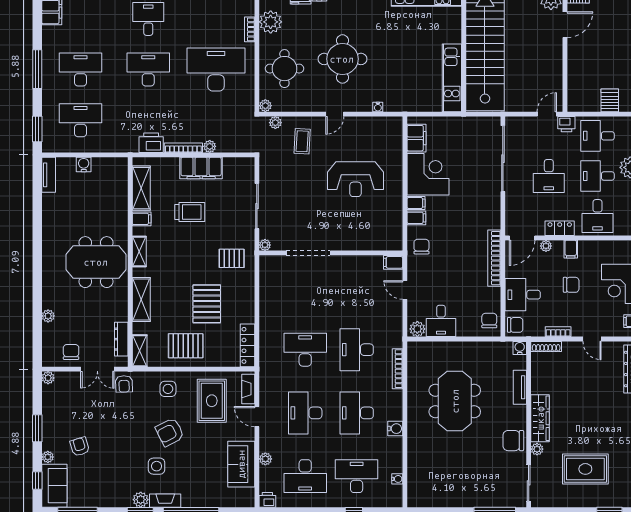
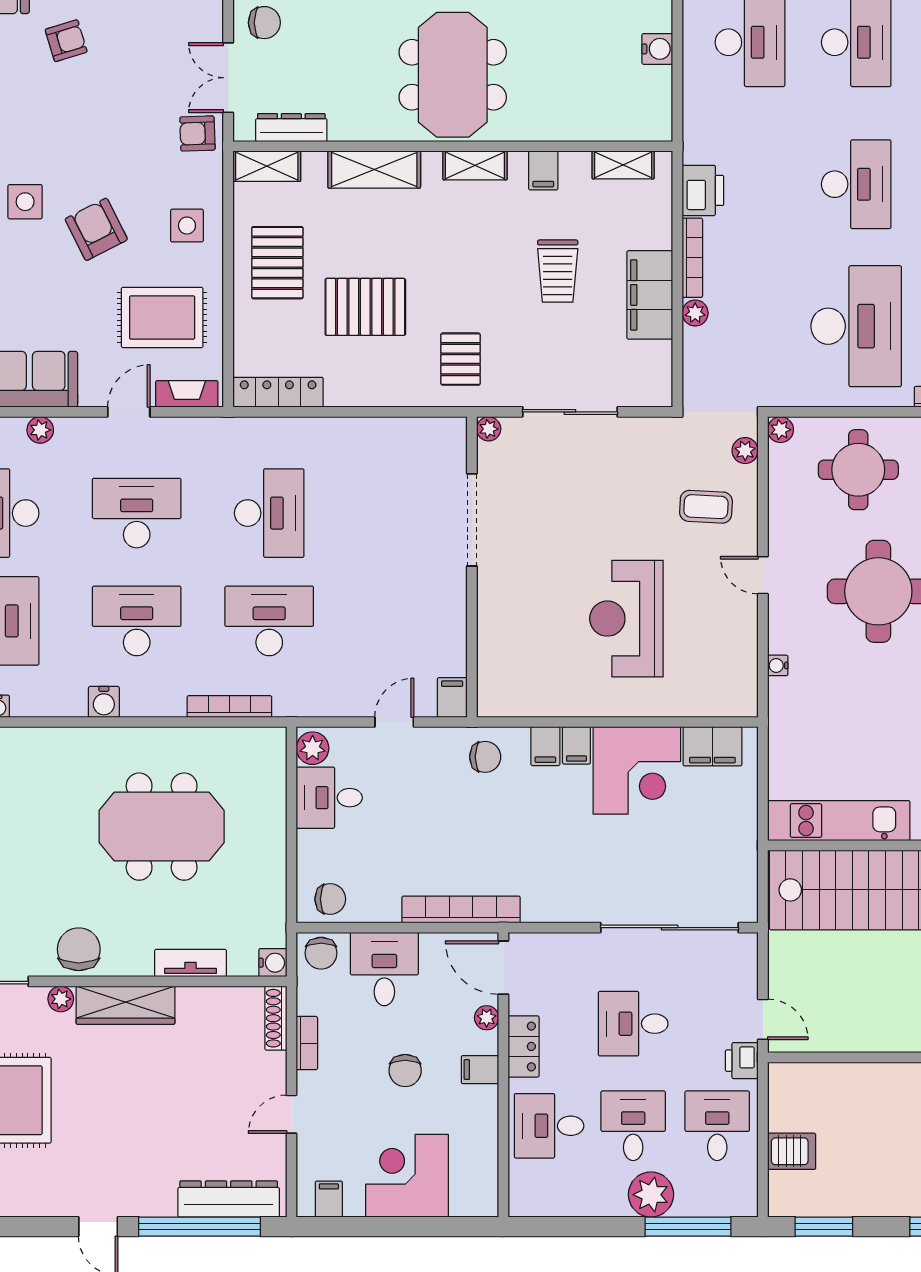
shelving: (141, 188) -> (623, 165), width x0.67, depth x0.75

